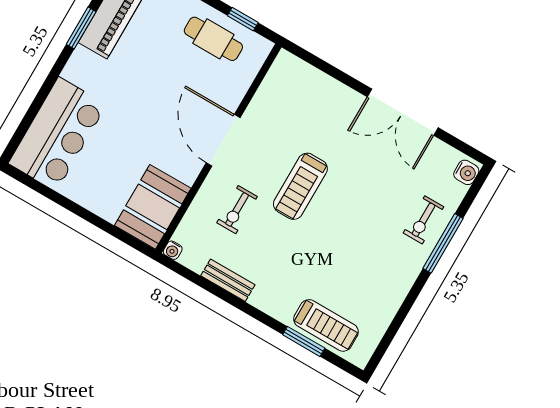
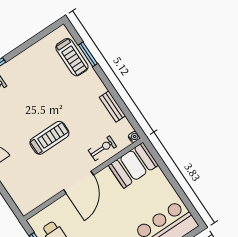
exercise bike: (237, 210) -> (102, 148), moved
treadmill: (326, 325) -> (72, 57), turned 180

